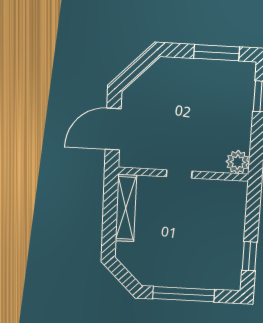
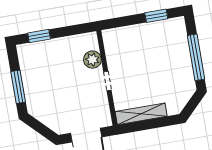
window: (217, 53) -> (18, 87), moved
plant: (238, 162) -> (92, 60), moved

